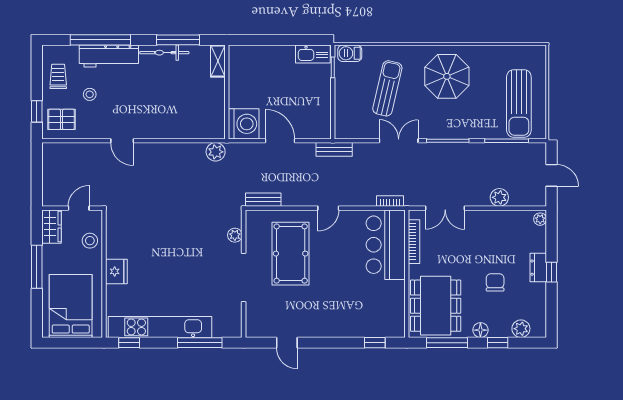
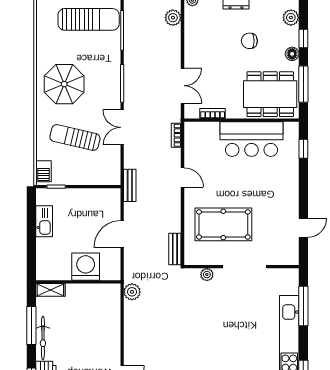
kitchen sink: (313, 54) -> (44, 221), moved
washing machine: (244, 124) -> (86, 267), moved
plant: (499, 197) -> (173, 18), moved
door: (328, 208) -> (183, 177), moved
bookcase: (414, 242) -> (213, 114), width x0.64
bar counter: (386, 245) -> (251, 139), moved

